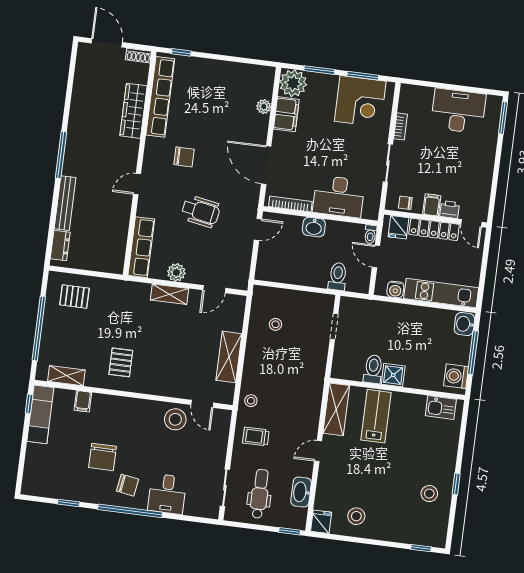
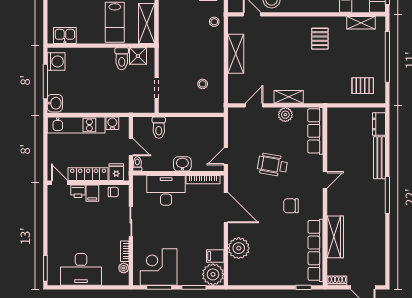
plant: (404, 106) -> (124, 268), added
plant: (264, 107) -> (239, 248), width x1.88, depth x1.88
filing cabinet: (286, 114) -> (215, 256), width x0.50
shower: (393, 375) -> (138, 56), moved

